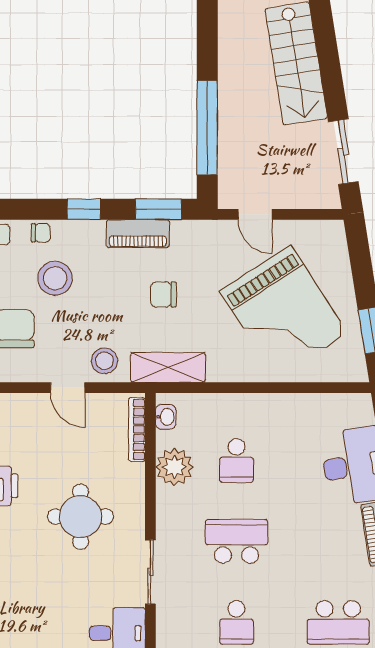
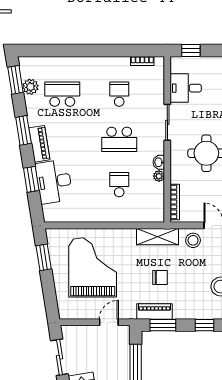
door: (255, 214) -> (109, 322), hinge flipped
piano: (138, 234) -> (155, 311), moved
grand piano: (284, 312) -> (93, 267), turned 33
washbasin: (166, 417) -> (159, 162), moved
plant: (174, 467) -> (159, 176), width x0.53, depth x0.53

